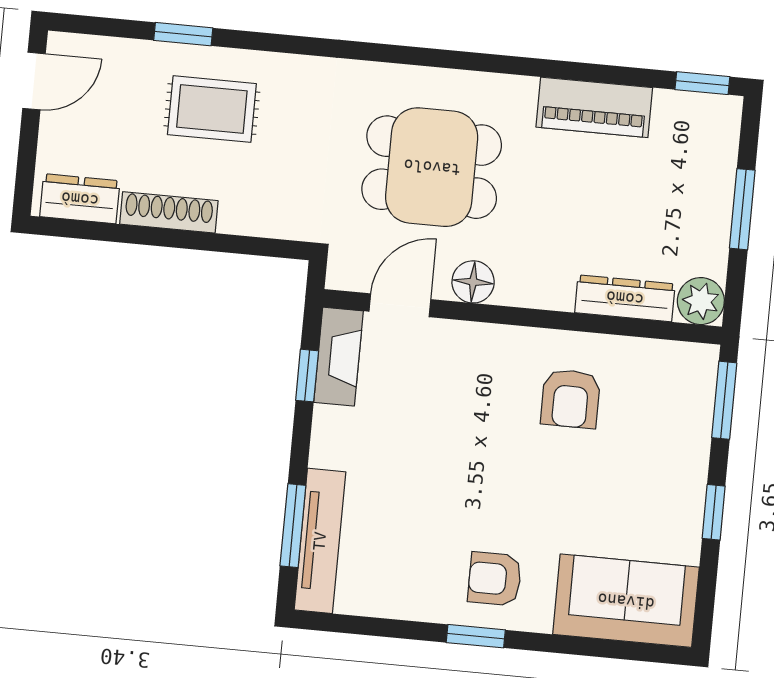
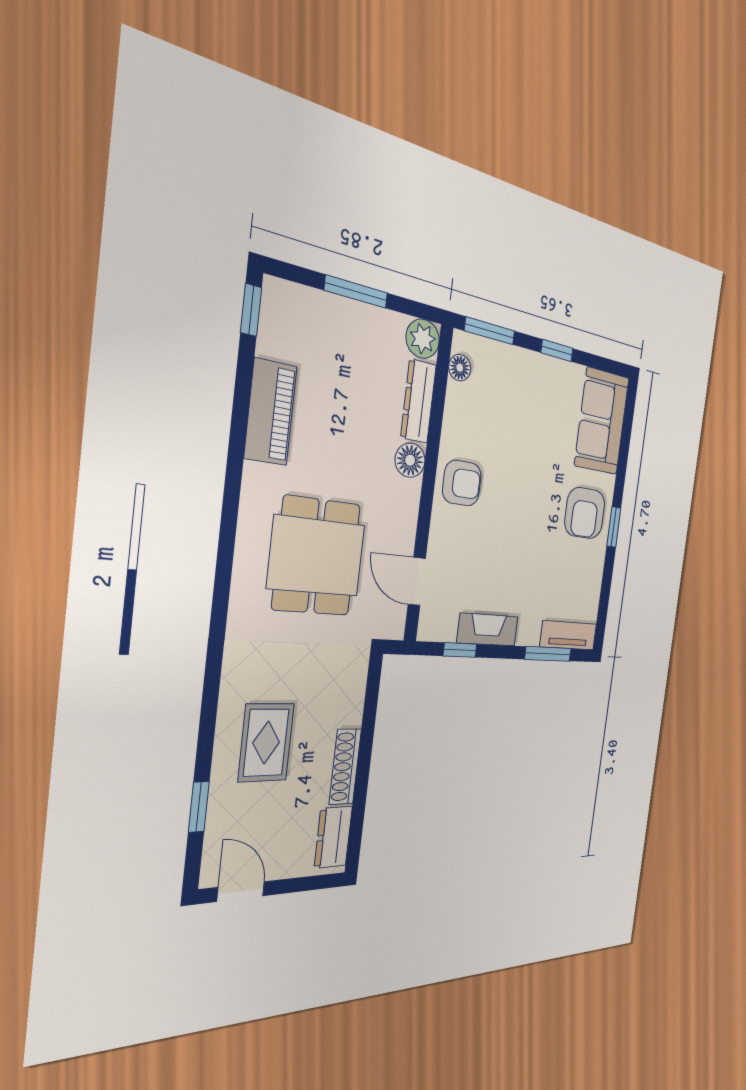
window: (183, 34) -> (199, 807), moved
floor lamp: (473, 282) -> (410, 460), moved
fireplace: (339, 357) -> (488, 630), moved
floor lamp: (673, 357) -> (460, 368), added
armchair: (571, 399) -> (462, 483), moved
tv unit: (320, 541) -> (568, 635), width x0.71
armchair: (495, 579) -> (585, 513), width x1.38, depth x1.38

